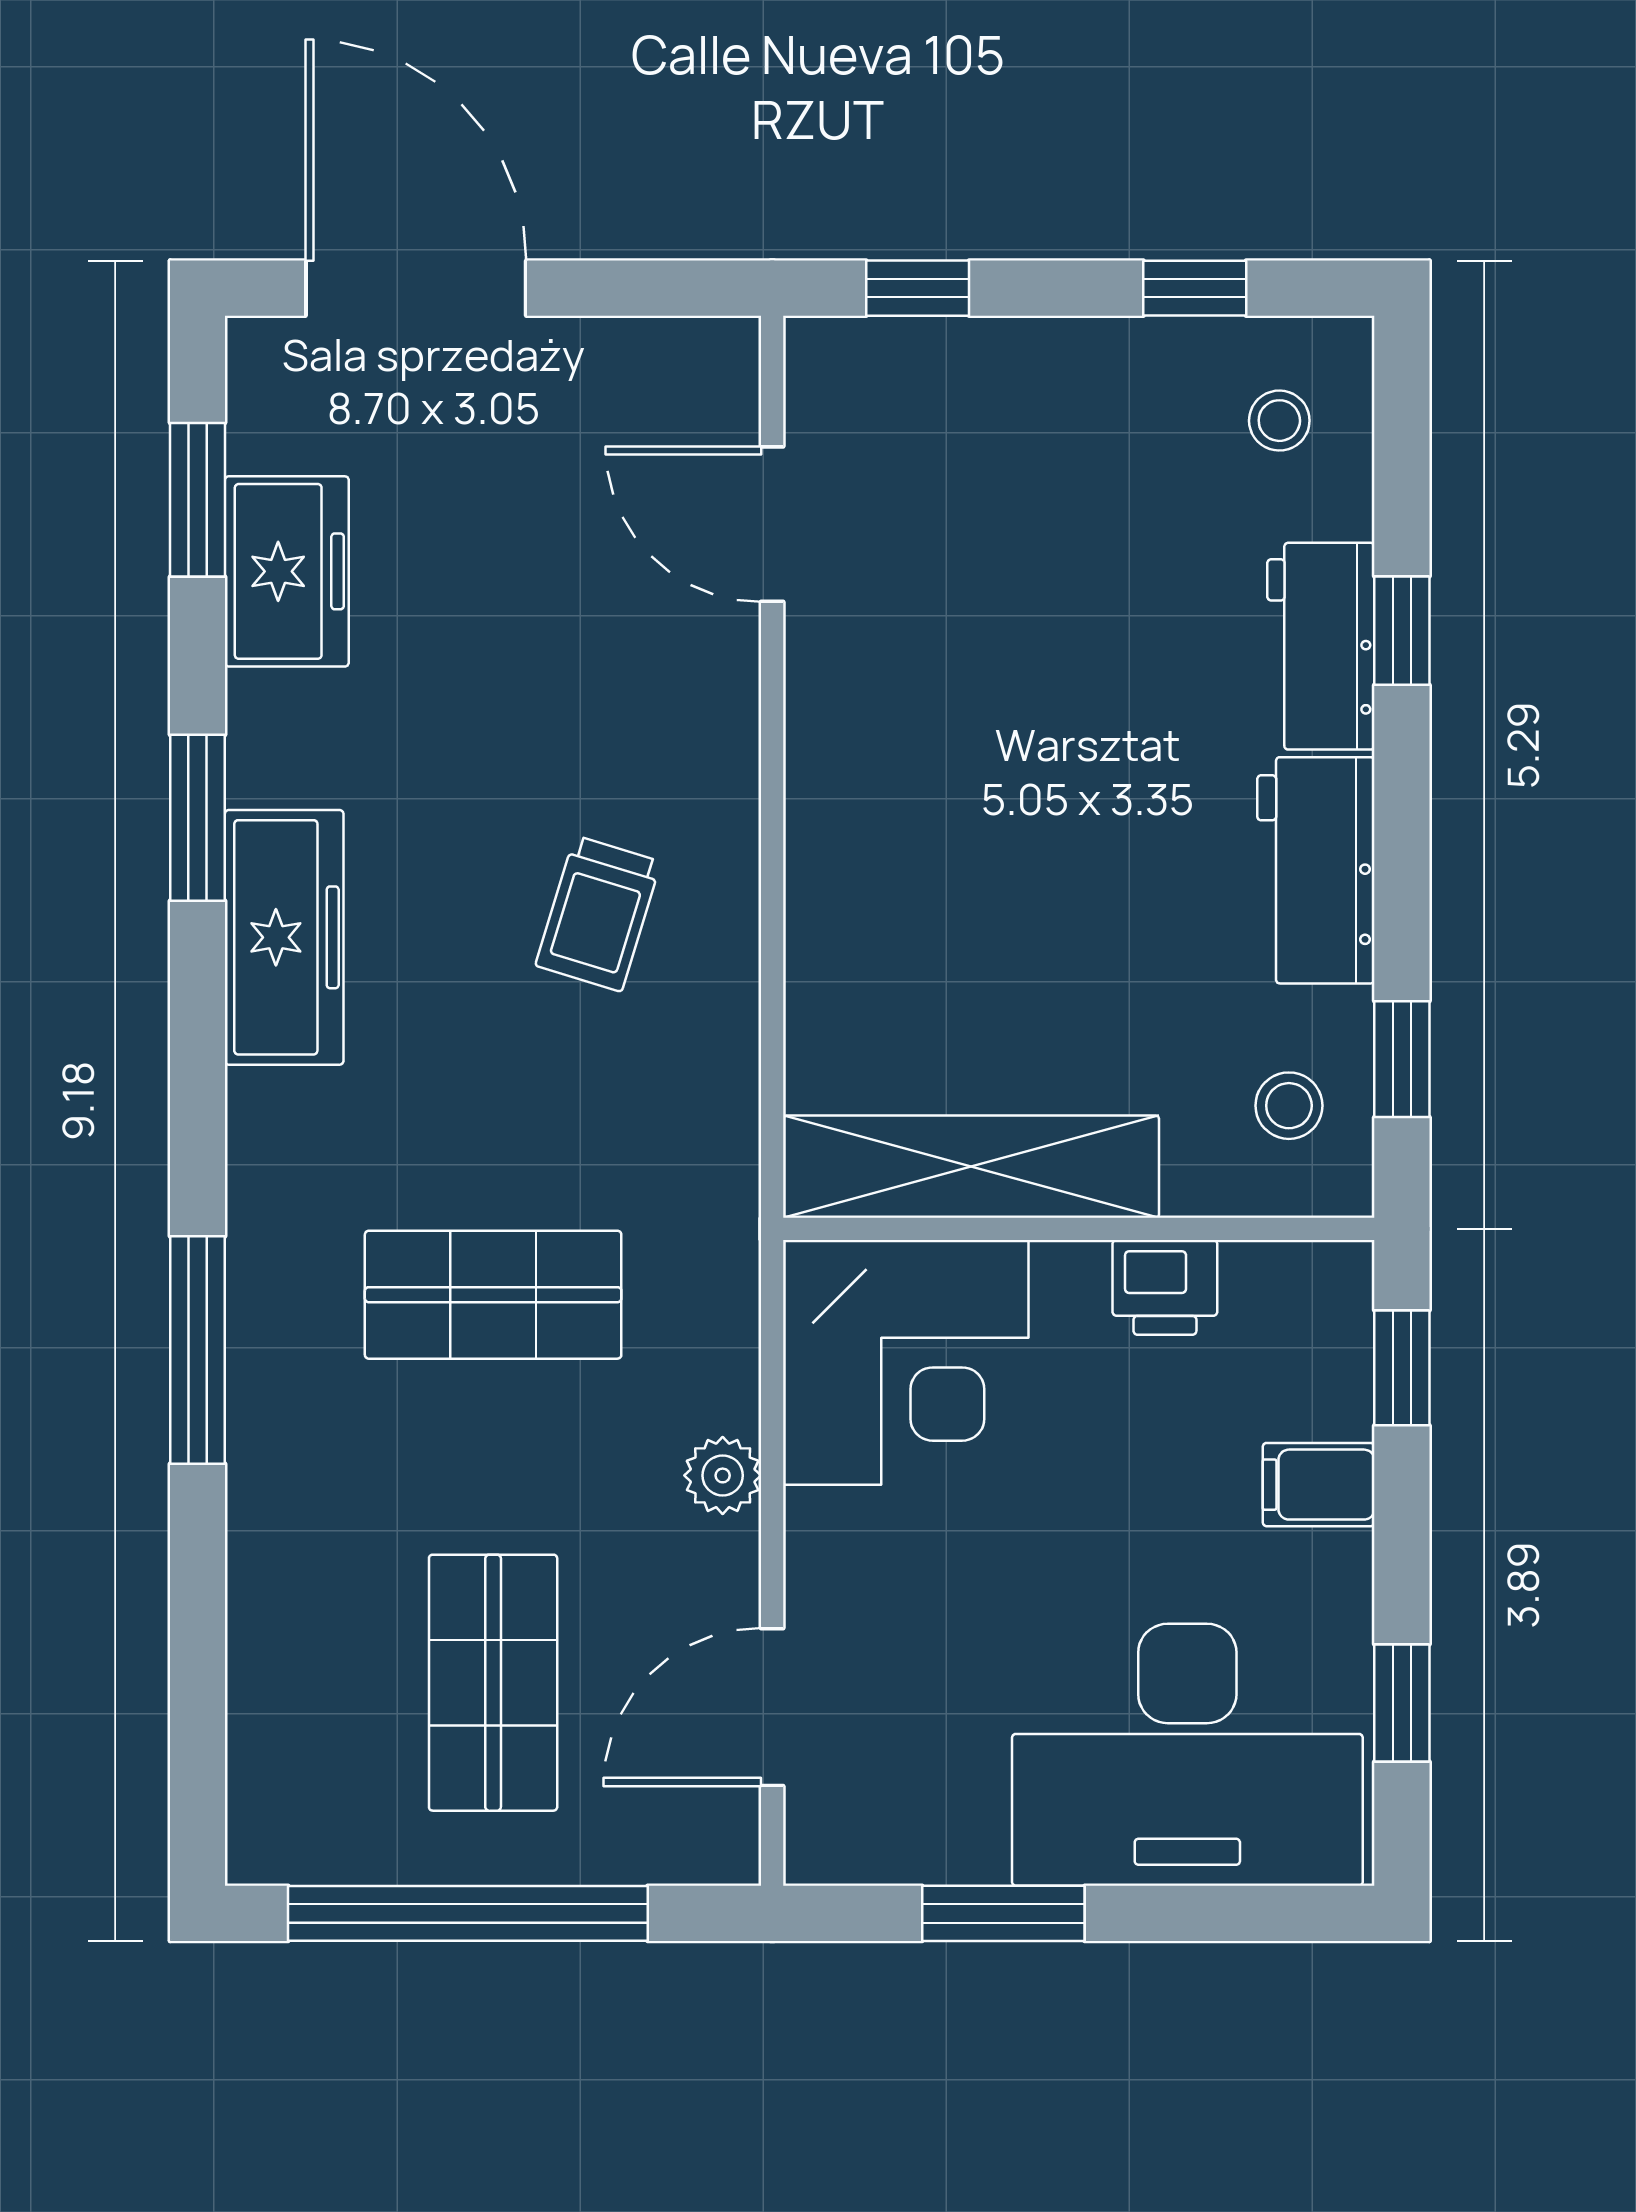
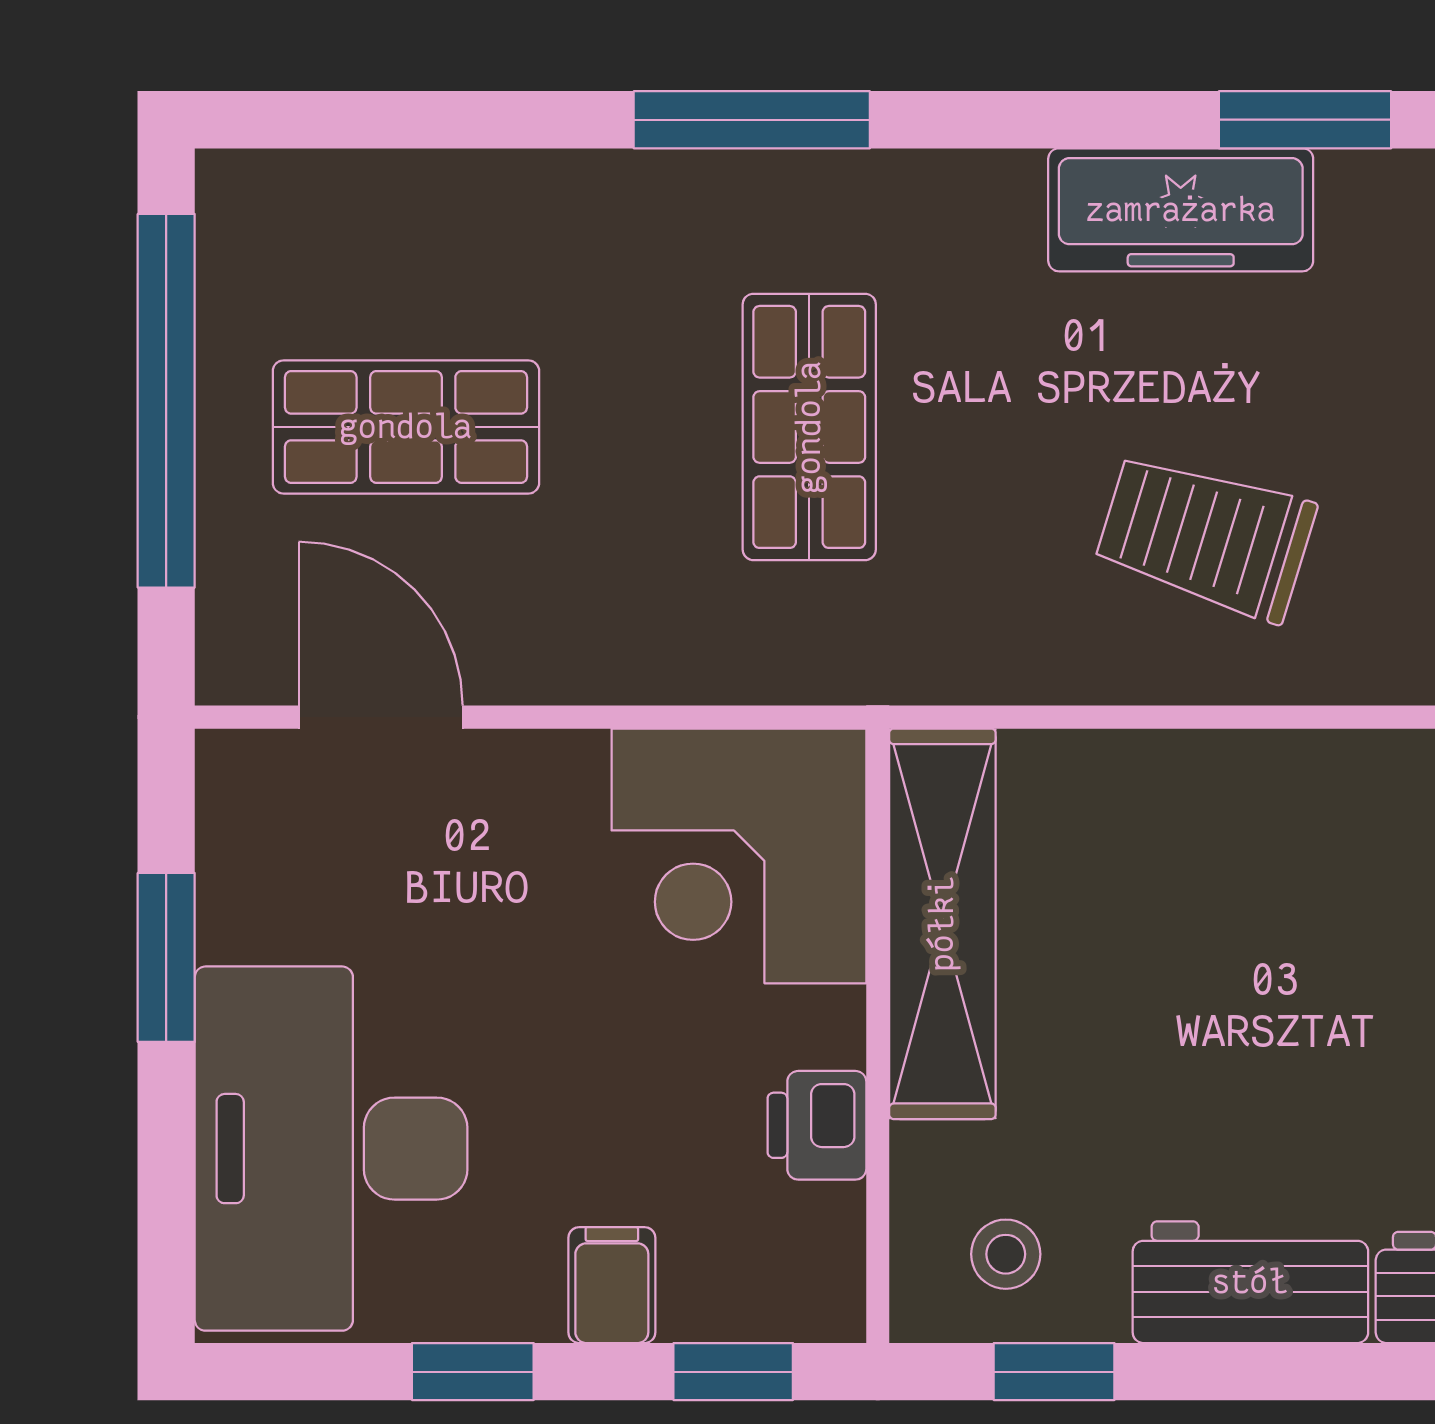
trolley: (598, 914) -> (1205, 536), width x1.36, depth x1.39
plant: (723, 1475) -> (621, 666), removed
window: (1402, 1703) -> (473, 1372), moved

